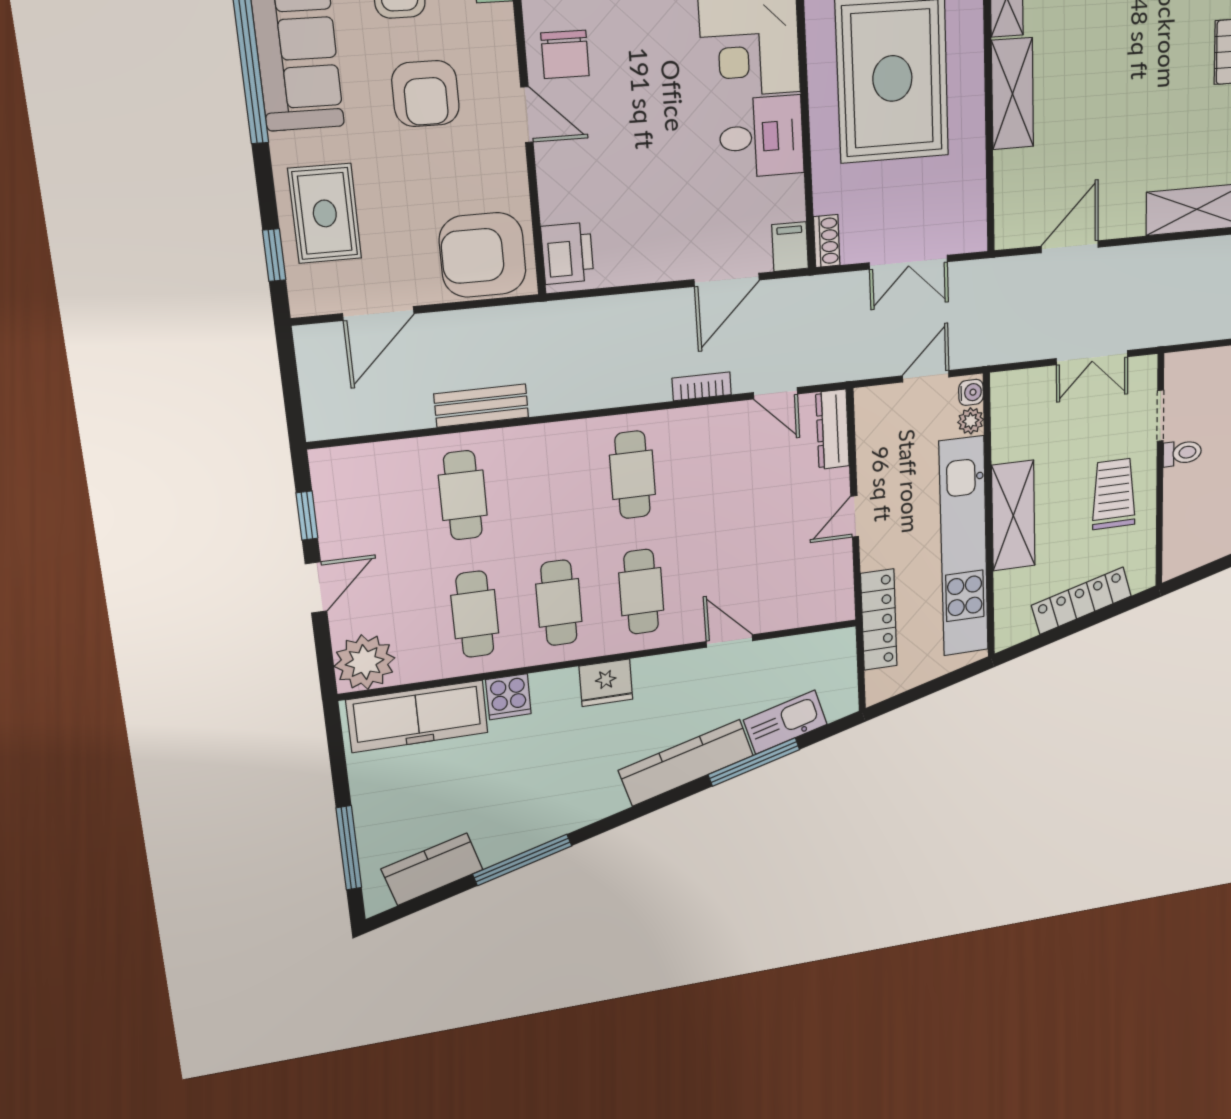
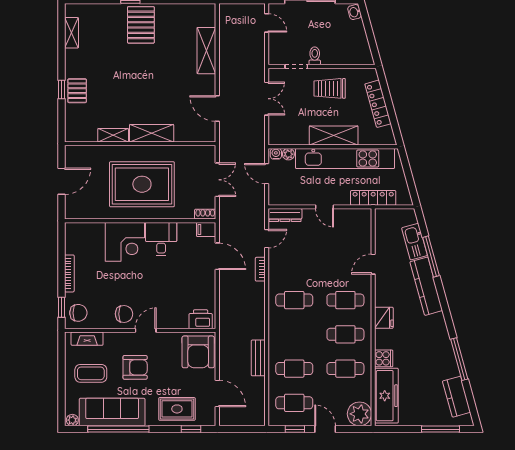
cafe table: (375, 506) -> (294, 403), added

